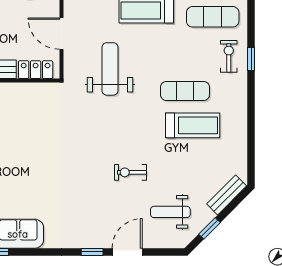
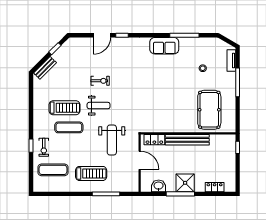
treadmill: (193, 125) -> (64, 108), turned 180
weight bench: (170, 212) -> (99, 106), moved

